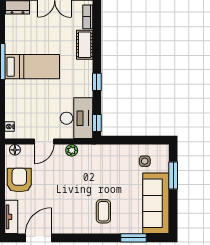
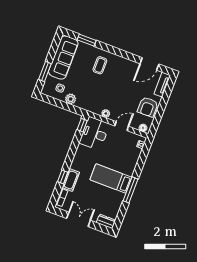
window: (97, 82) -> (63, 177), moved
plant: (125, 152) -> (71, 99), added

